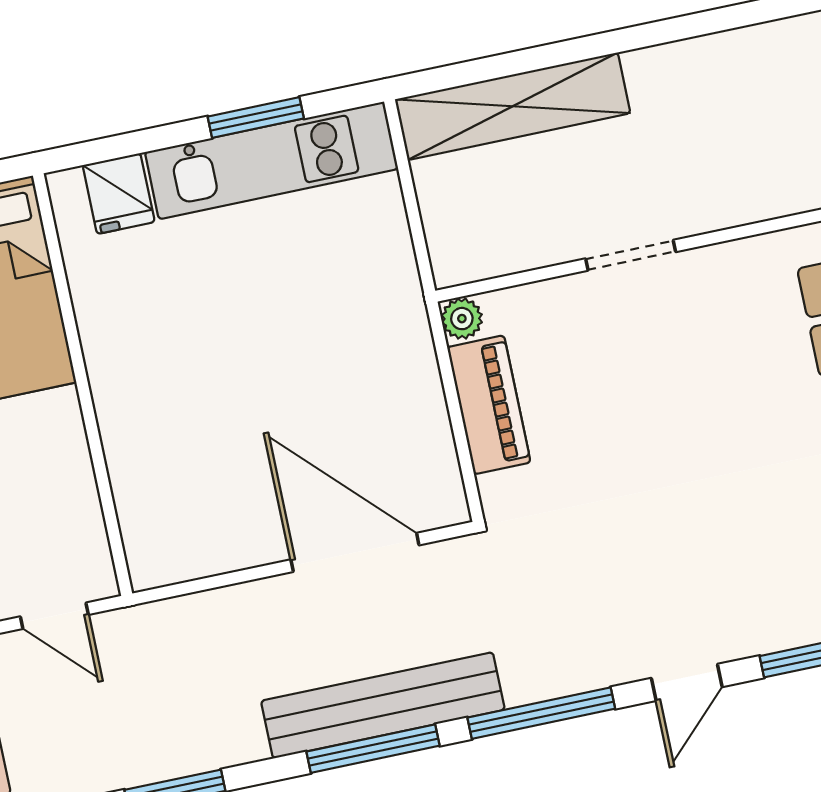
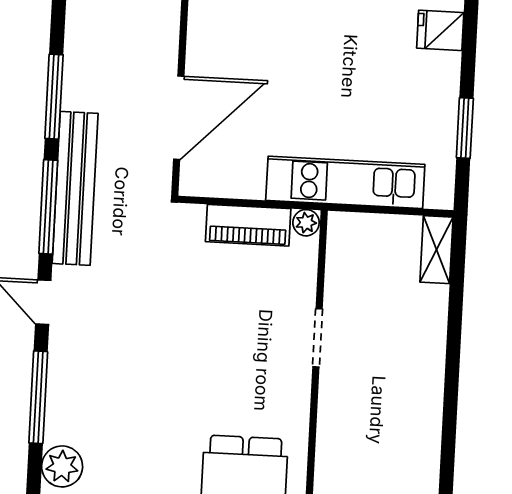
shelving: (513, 106) -> (436, 250), width x0.45, depth x0.75
kitchen unit: (271, 161) -> (345, 182), moved, turned 90
bench: (383, 705) -> (75, 188), moved

